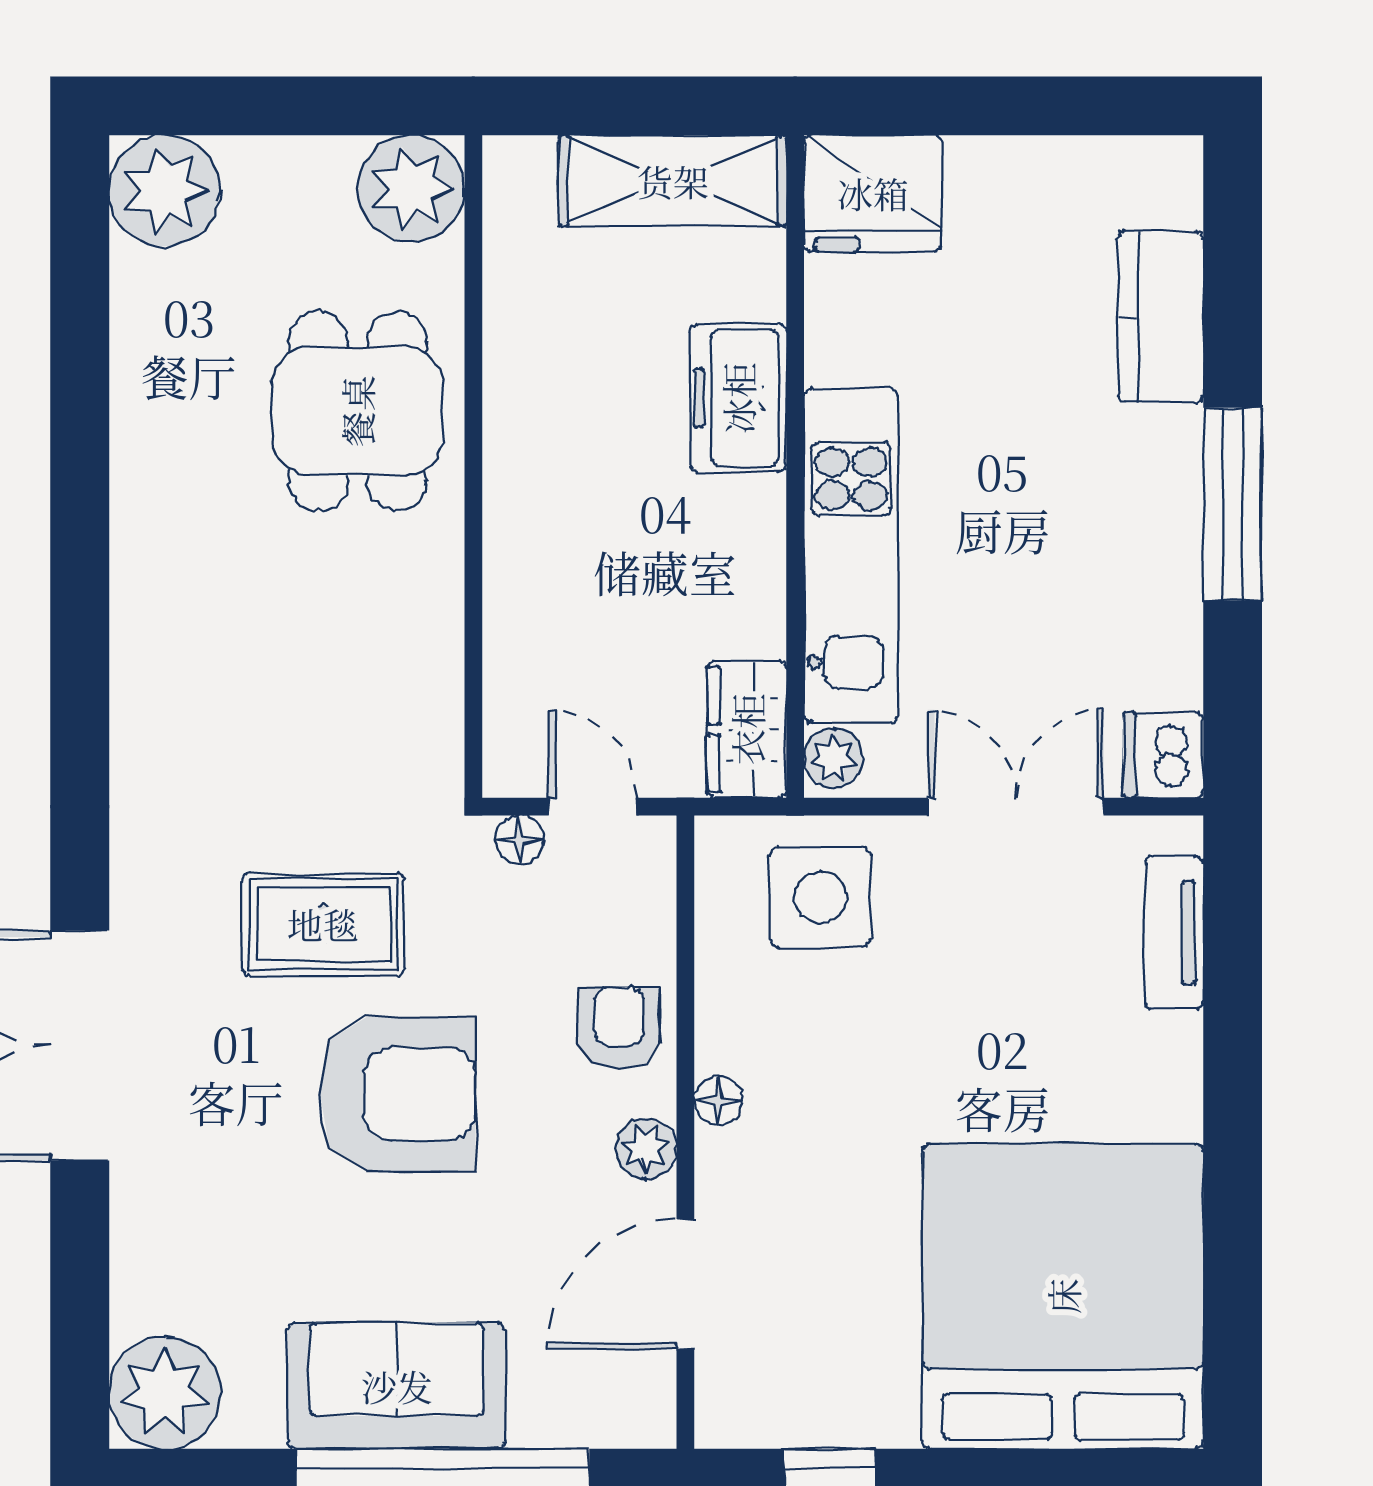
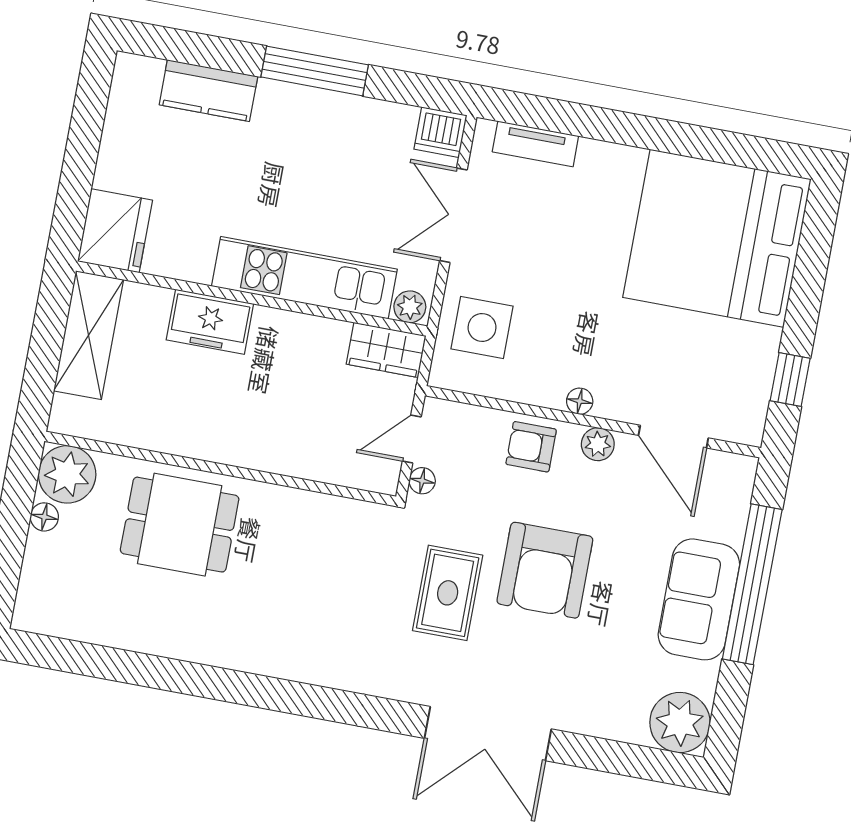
floor lamp: (326, 161) -> (44, 517), added
plant: (165, 191) -> (44, 605), removed
armchair: (398, 1094) -> (545, 570), turned 180

